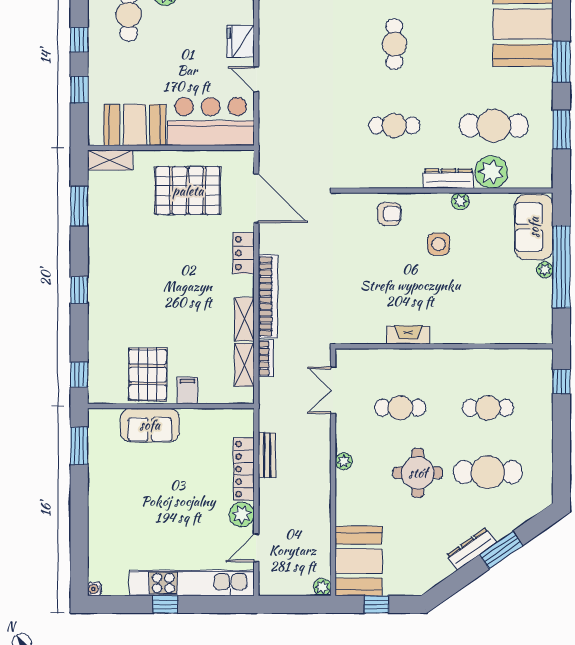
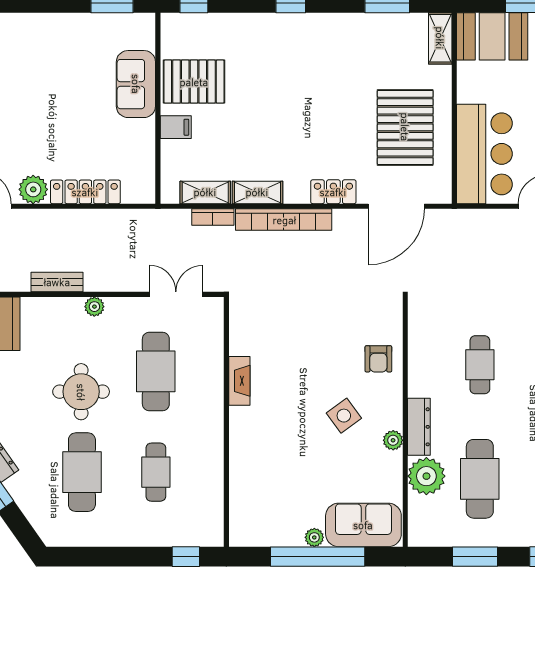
booth: (135, 125) -> (492, 36), moved, turned 90
side table: (439, 244) -> (344, 416), turned -36
cafe table: (400, 408) -> (156, 371), width x1.37, depth x1.35
bench: (267, 455) -> (57, 282), moved

